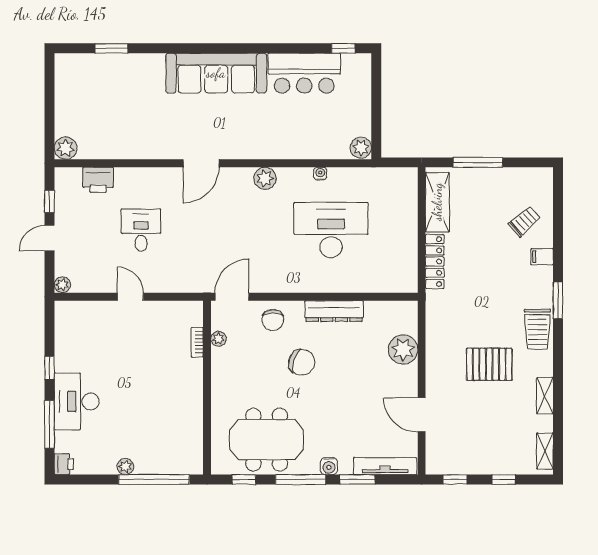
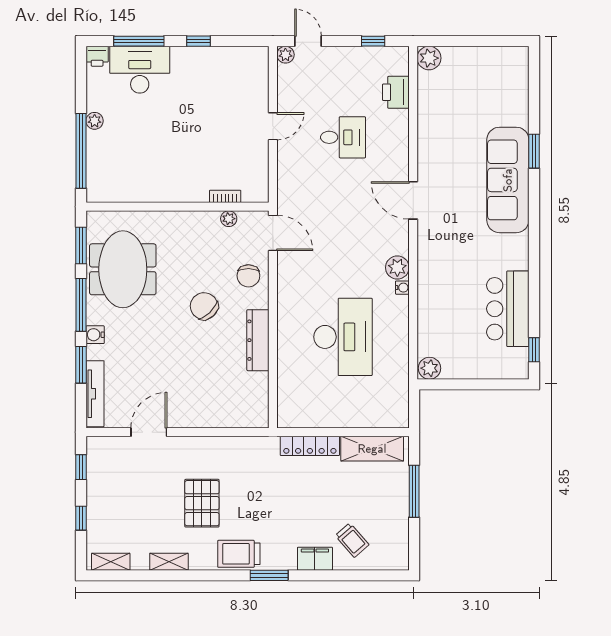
window: (111, 48) -> (534, 151), moved
sofa: (216, 73) -> (508, 180), moved
water cooler: (320, 174) -> (402, 288), moved
door: (49, 238) -> (308, 41), moved
filing cabinet: (542, 257) -> (315, 559), width x2.00
chair: (273, 320) -> (248, 276), turned -89
plant: (403, 349) -> (218, 413), removed
chair: (302, 362) -> (204, 306), turned 119
desk: (77, 401) -> (140, 70), moved
window: (244, 479) -> (81, 245), width x1.50

